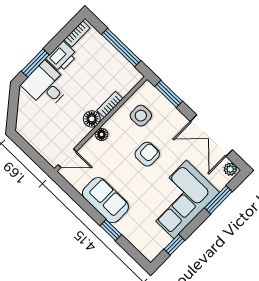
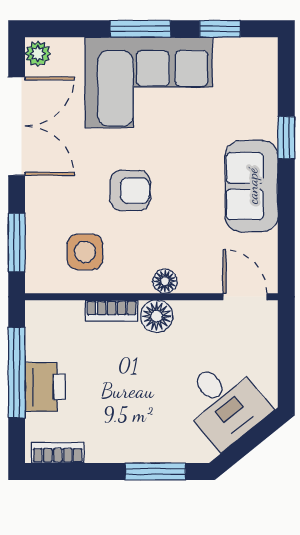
printer: (62, 57) -> (45, 387), moved, turned 90
desk: (46, 85) -> (224, 403), moved, turned -39
armchair: (147, 154) -> (130, 191), turned 180
window: (218, 200) -> (140, 29), moved

